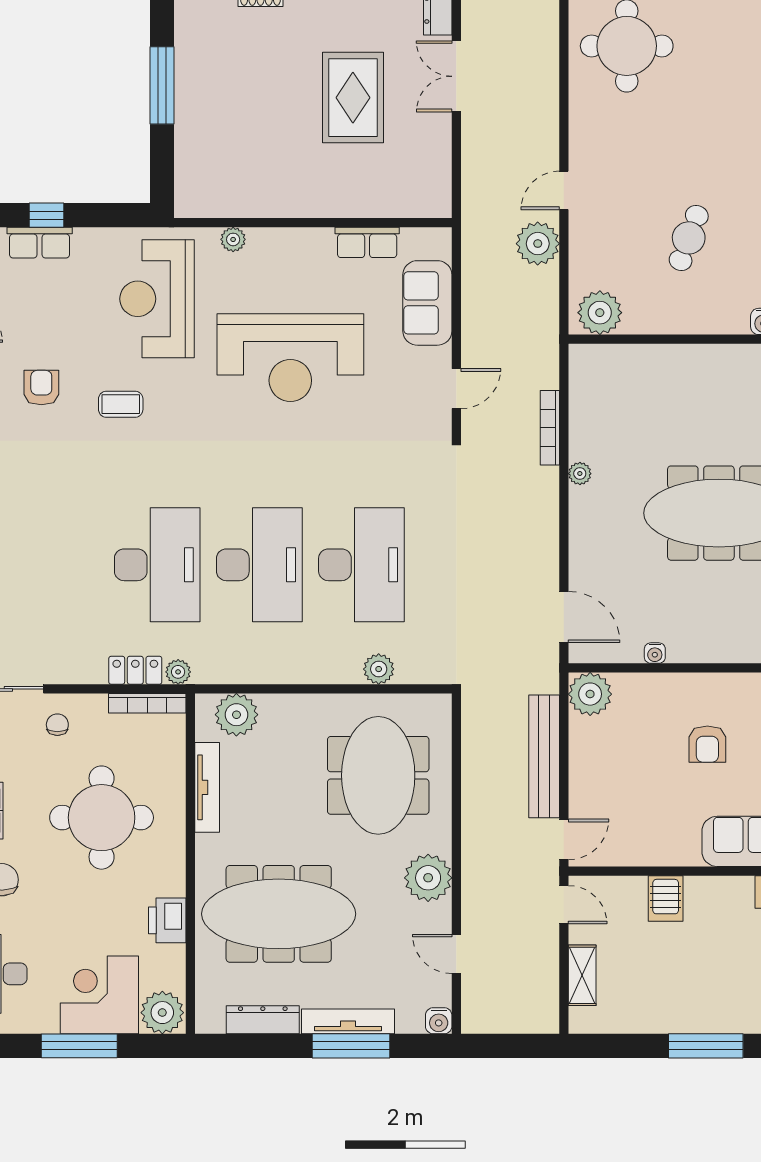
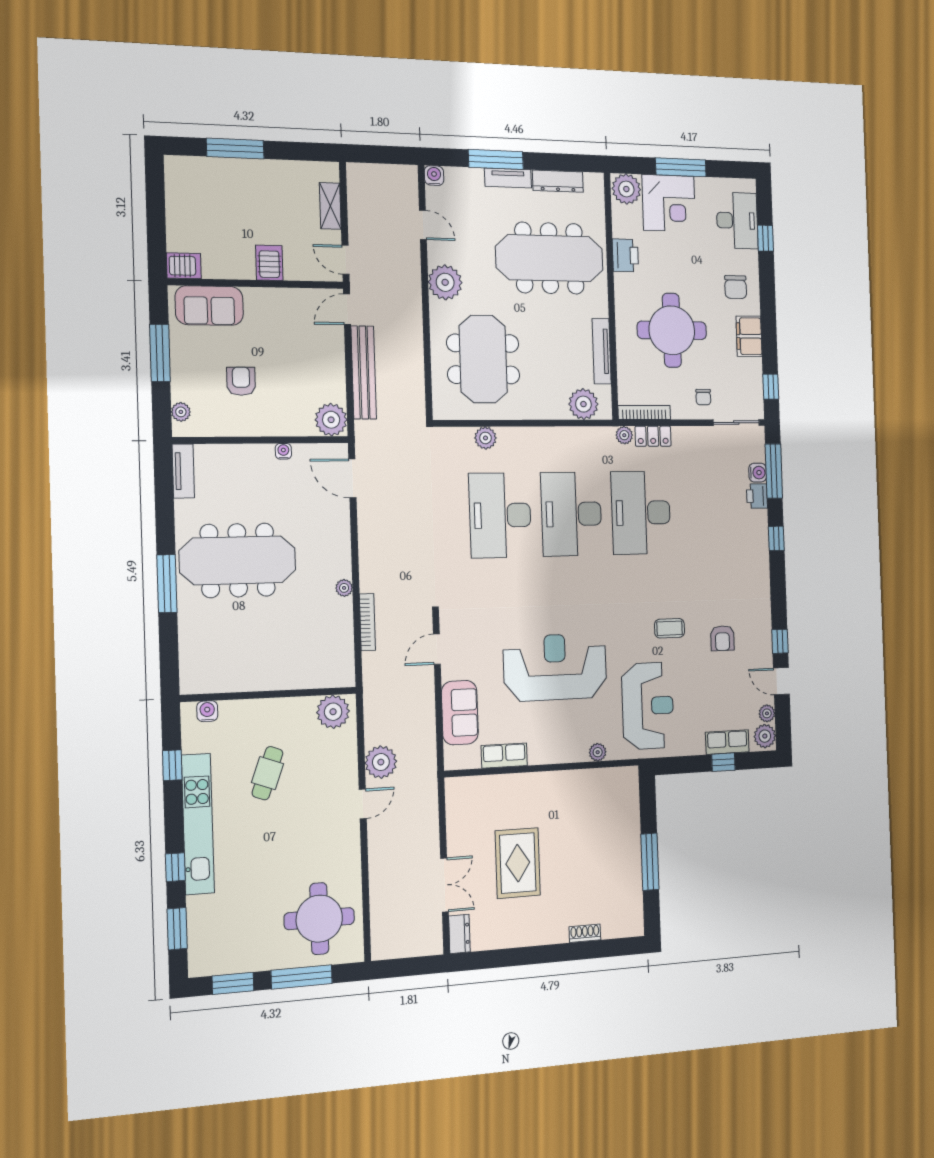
tv unit: (348, 1021) -> (508, 178), width x0.71

